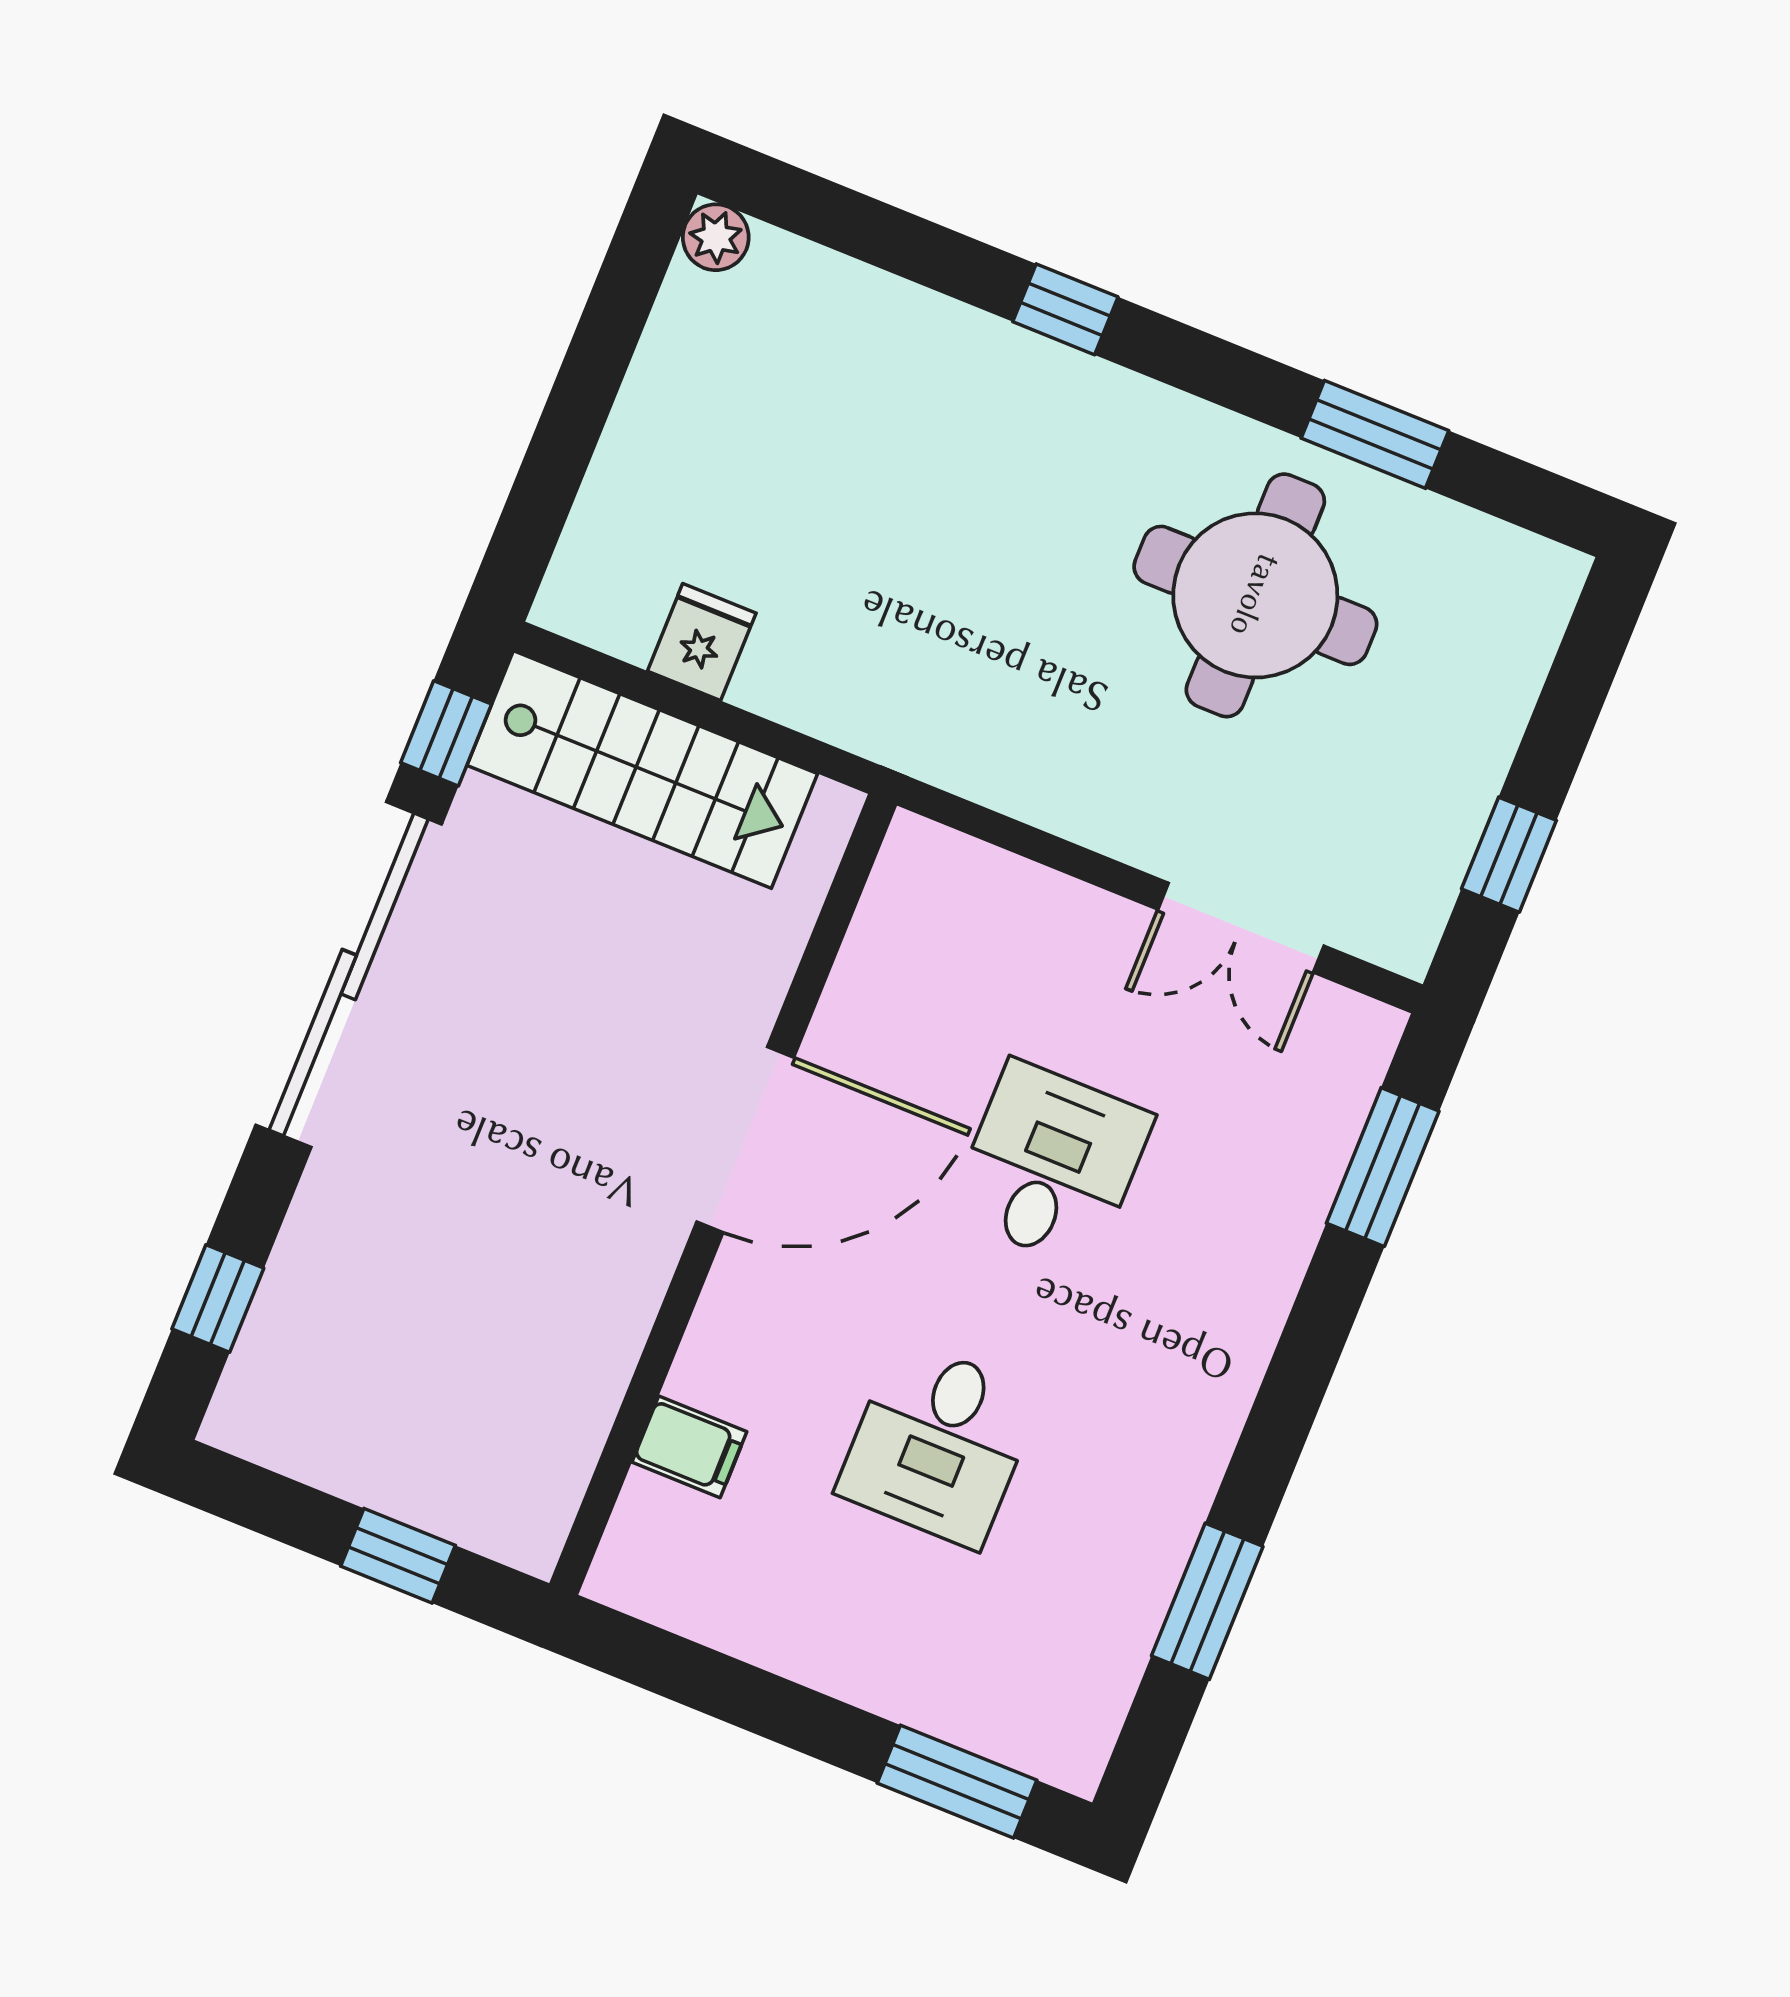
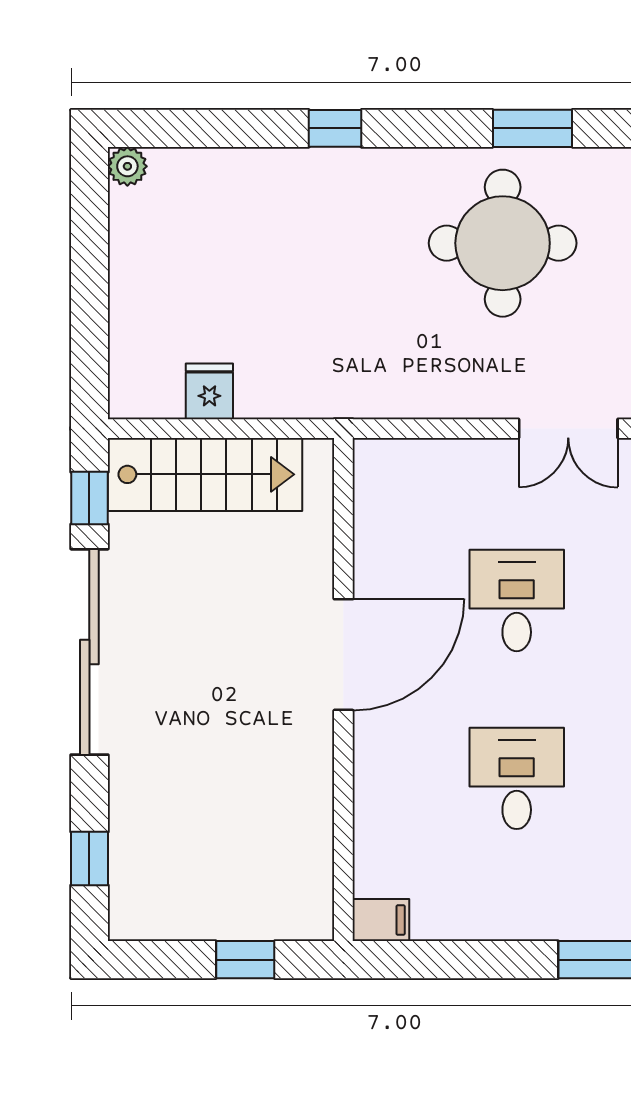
desk: (938, 1444) -> (517, 778), turned 180
filing cabinet: (689, 1447) -> (381, 920), moved

